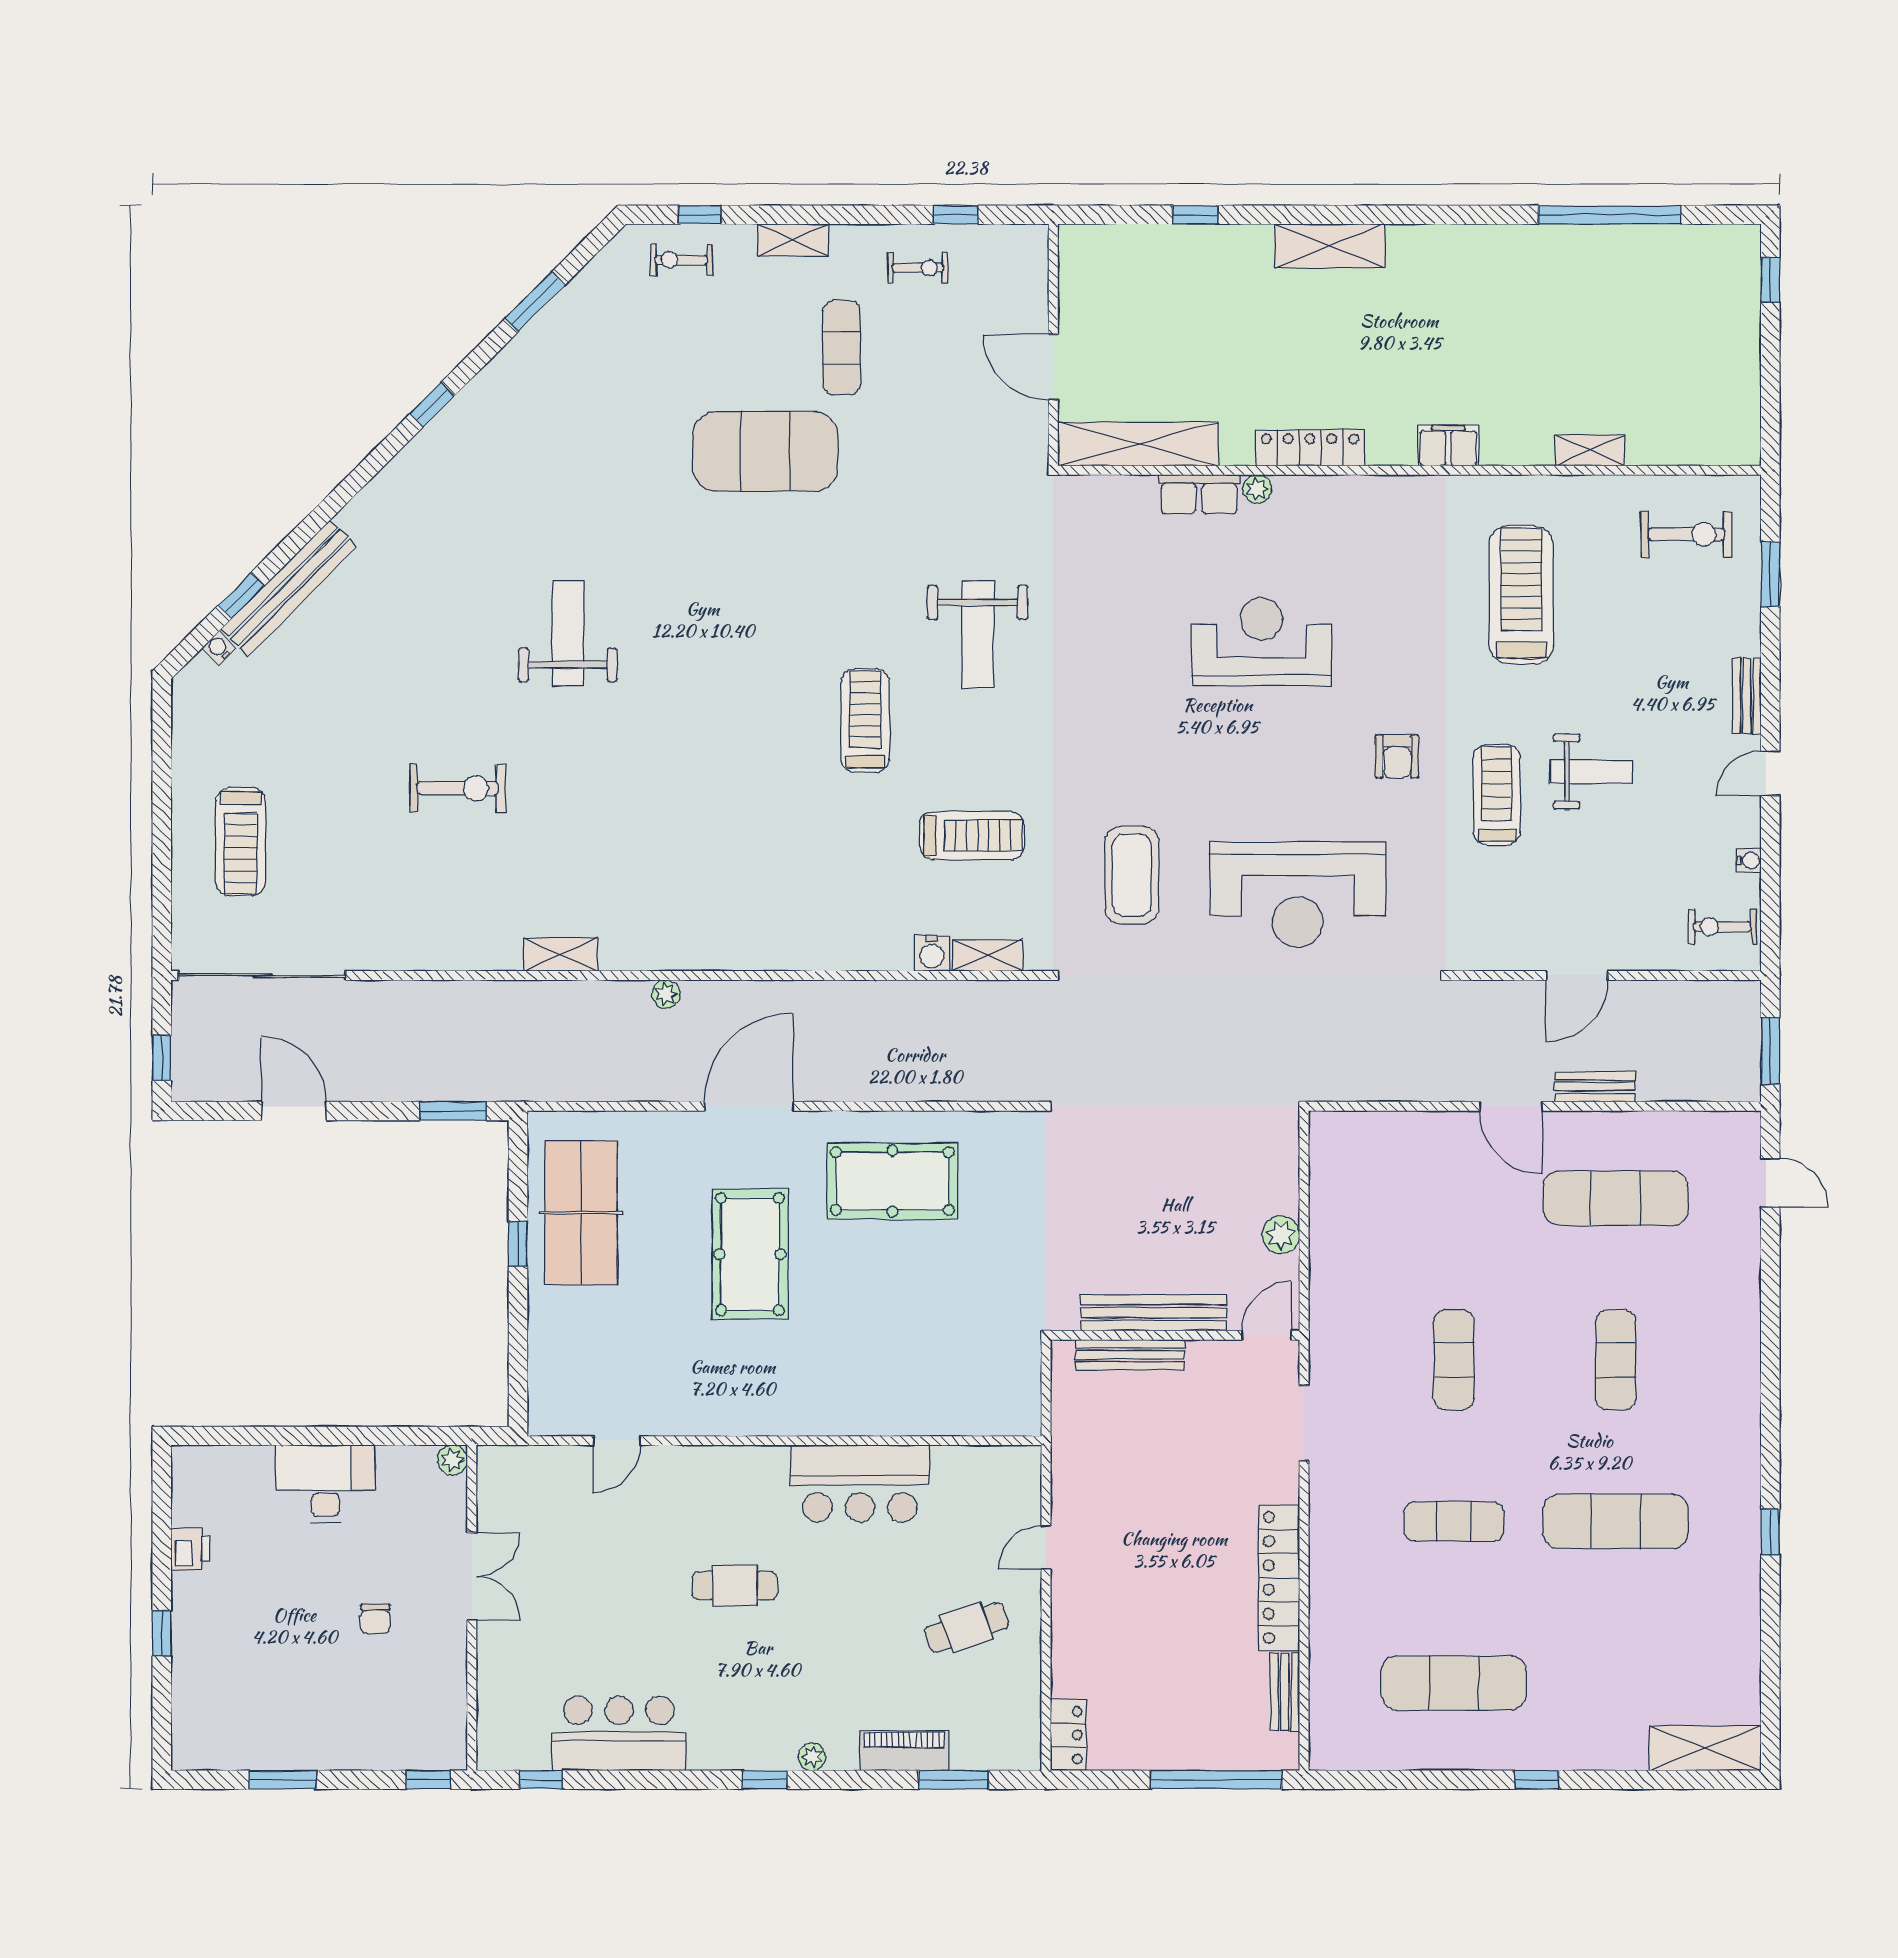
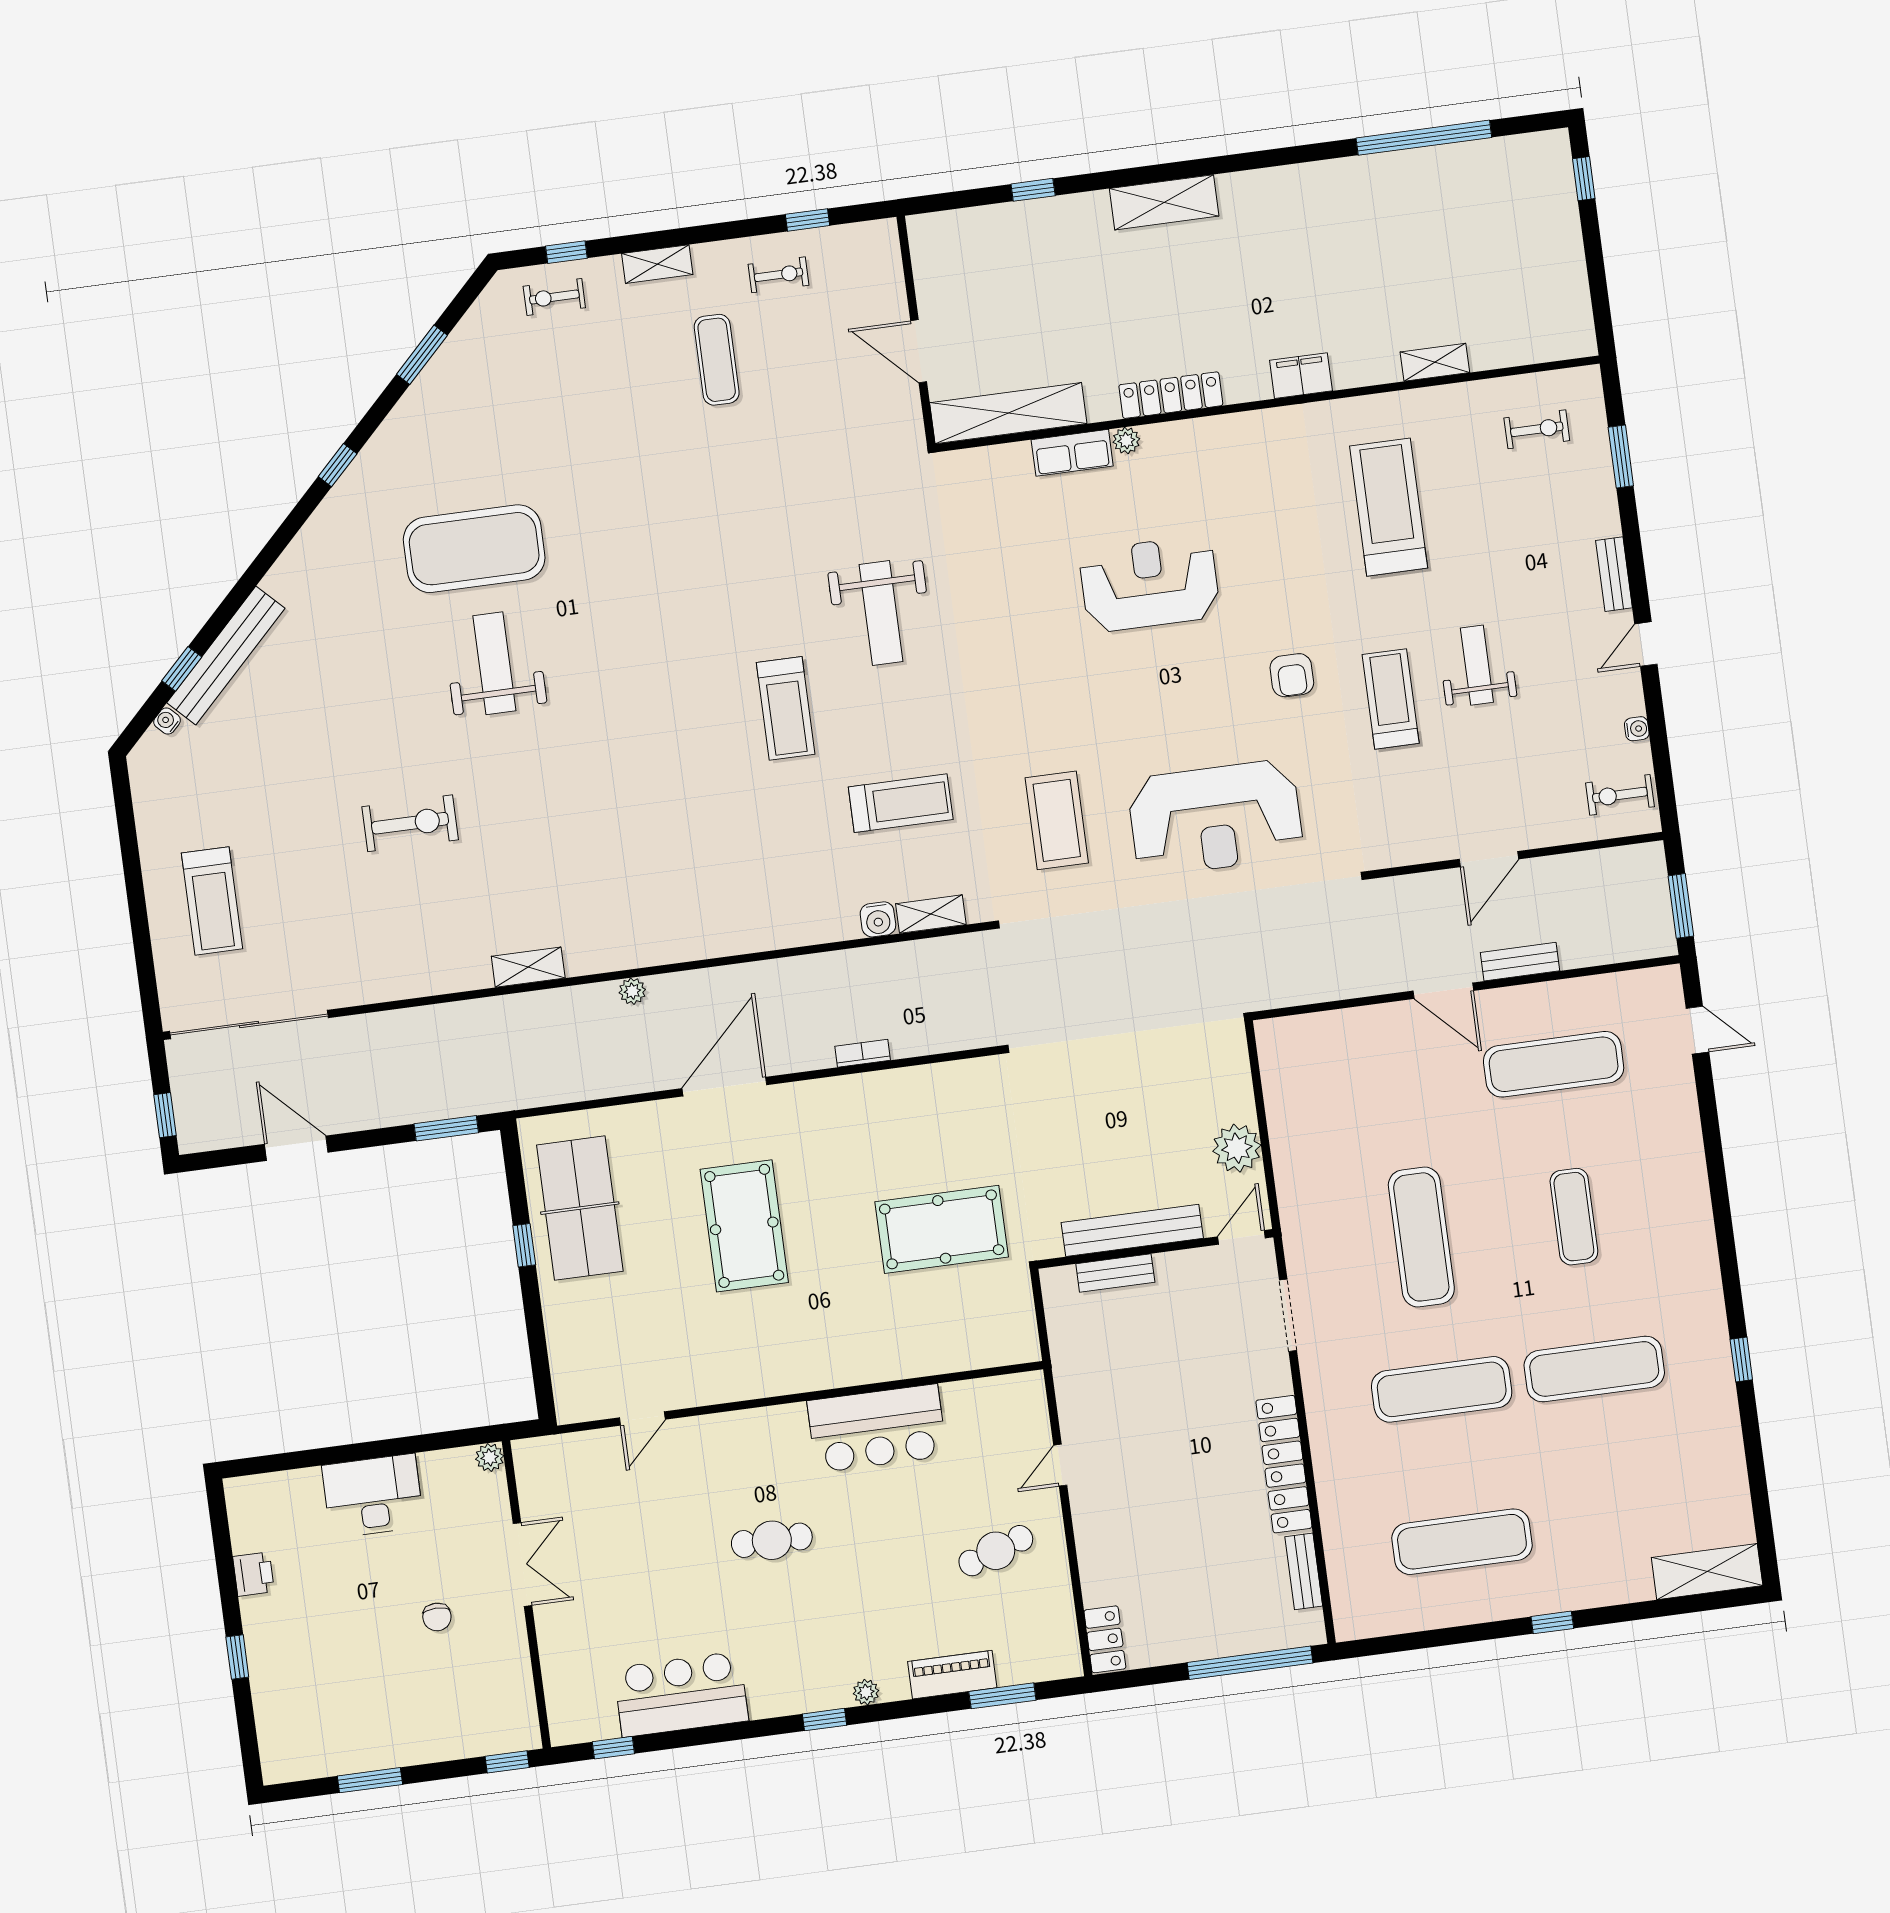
exercise mat: (765, 451) -> (474, 549), moved
exercise bike: (1687, 534) -> (1537, 429), width x0.73, depth x0.72
treadmill: (865, 721) -> (786, 708), turned 180
weight bench: (1591, 772) -> (1477, 665), turned -90
bookcase: (897, 1091) -> (863, 1053), added
pool table: (892, 1181) -> (942, 1229), moved
plant: (1281, 1235) -> (1237, 1148), width x1.36, depth x1.36
bench: (1130, 1355) -> (1115, 1273), width x0.73
exercise mat: (1454, 1360) -> (1421, 1237), width x1.36, depth x1.45
exercise mat: (1454, 1521) -> (1442, 1389), width x1.36, depth x1.45

